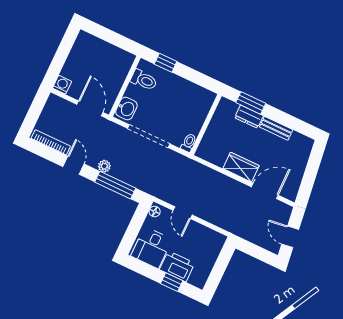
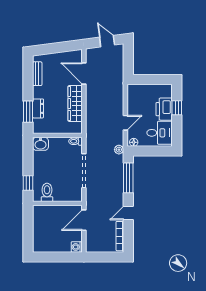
washbasin: (126, 108) -> (40, 144), moved, turned 180
bench: (276, 128) -> (37, 74), moved
plant: (104, 166) -> (119, 150), moved
wardrobe: (241, 167) -> (75, 103), width x1.50
door: (290, 237) -> (107, 41), swing flipped

